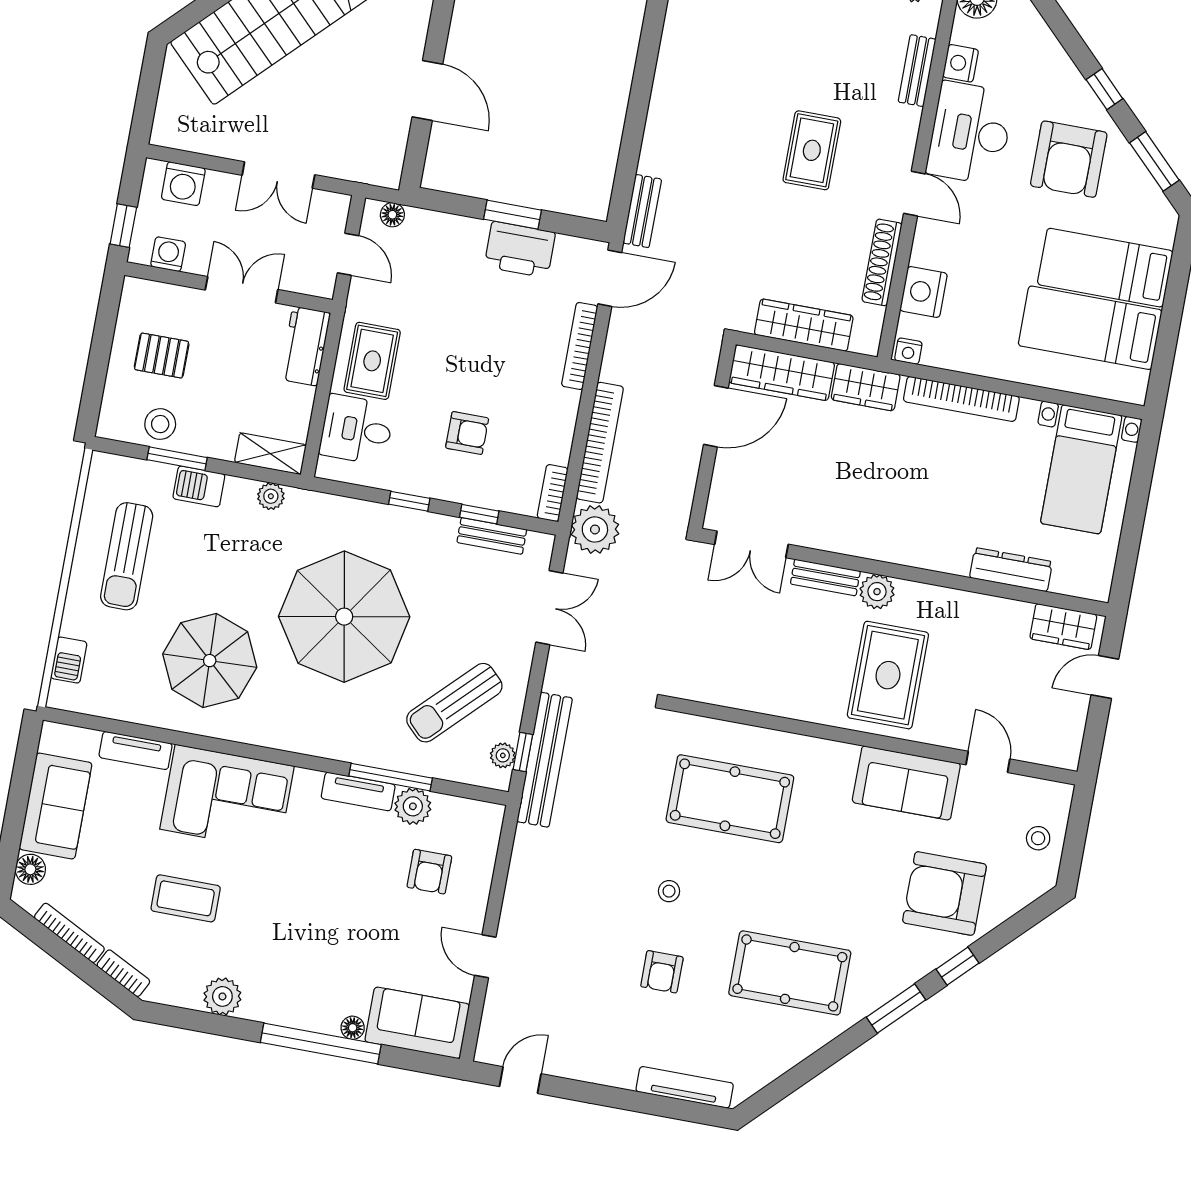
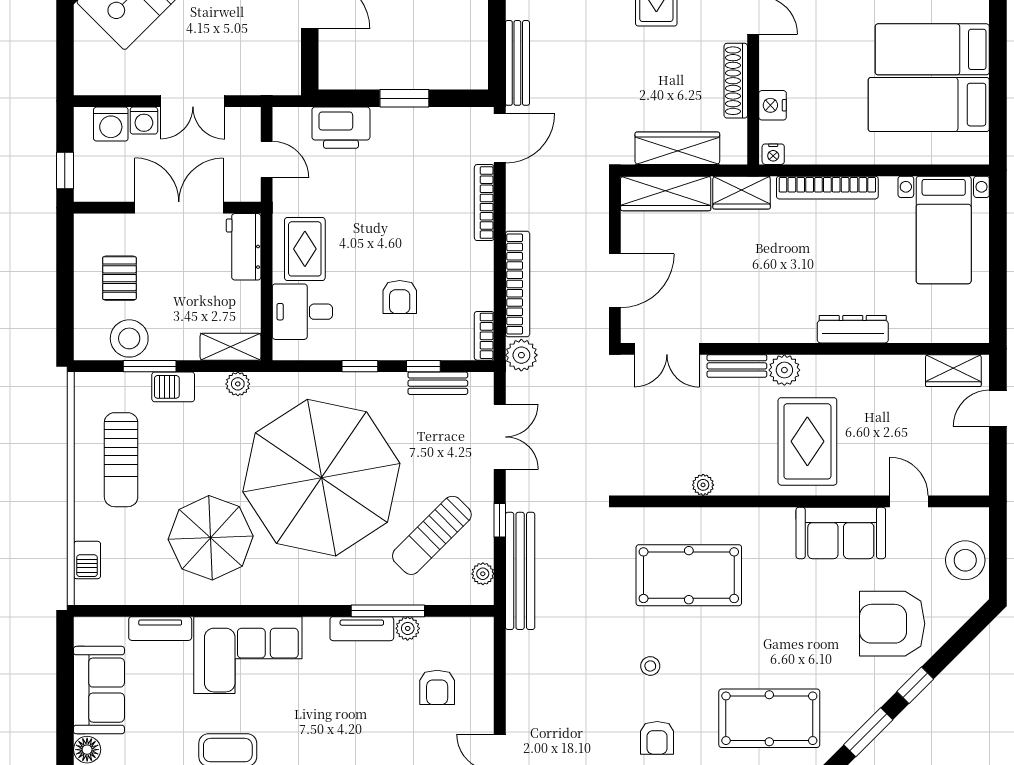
bench: (642, 211) -> (517, 63), width x1.36
floor lamp: (392, 215) -> (299, 118), removed
printer: (520, 250) -> (341, 128), moved
washing machine: (168, 254) -> (144, 121), moved, turned 180
double door: (242, 290) -> (179, 208), width x1.37
nightstand: (924, 292) -> (773, 105), width x0.74, depth x0.75
pallet: (162, 356) -> (119, 278), turned 90
door: (716, 416) -> (615, 281), moved
stool: (160, 424) -> (129, 338), width x1.38, depth x1.38
armchair: (467, 433) -> (400, 297), turned 90
plant: (595, 529) -> (521, 355), width x0.73, depth x0.73
dresser: (1011, 570) -> (853, 329), moved
parasol: (344, 617) -> (321, 478), width x1.36, depth x1.36
plant: (764, 702) -> (703, 485), added
window: (523, 752) -> (500, 520), moved
plant: (413, 806) -> (408, 628), width x0.73, depth x0.73
stool: (1038, 838) -> (965, 560), width x1.89, depth x1.89

